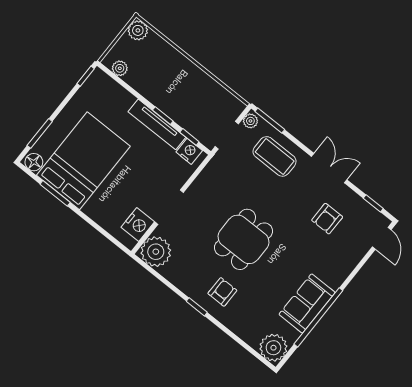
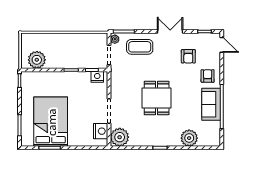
plant: (138, 30) -> (27, 39), removed
plant: (120, 68) -> (37, 60), width x1.88, depth x1.88
tv unit: (157, 124) -> (72, 76), removed
floor lamp: (34, 162) -> (28, 141), removed
armchair: (222, 292) -> (208, 76), moved
plant: (273, 348) -> (189, 138), moved

